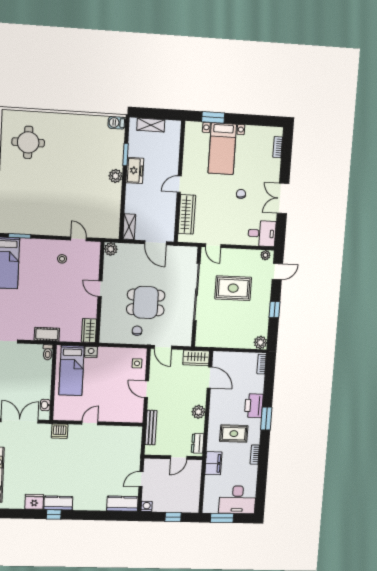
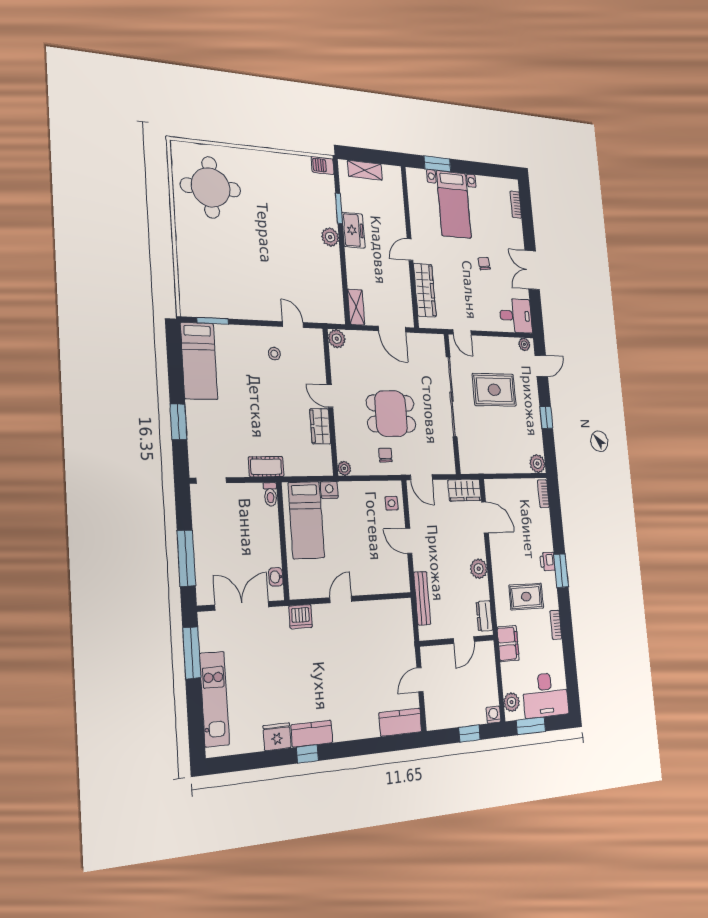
round table: (28, 142) -> (211, 187), width x1.36, depth x1.36
wardrobe: (89, 331) -> (320, 426), moved
plant: (104, 338) -> (344, 468), added
printer: (254, 406) -> (548, 561), width x0.53, depth x0.68
plant: (209, 501) -> (512, 702), added
washing machine: (147, 506) -> (493, 715), moved

